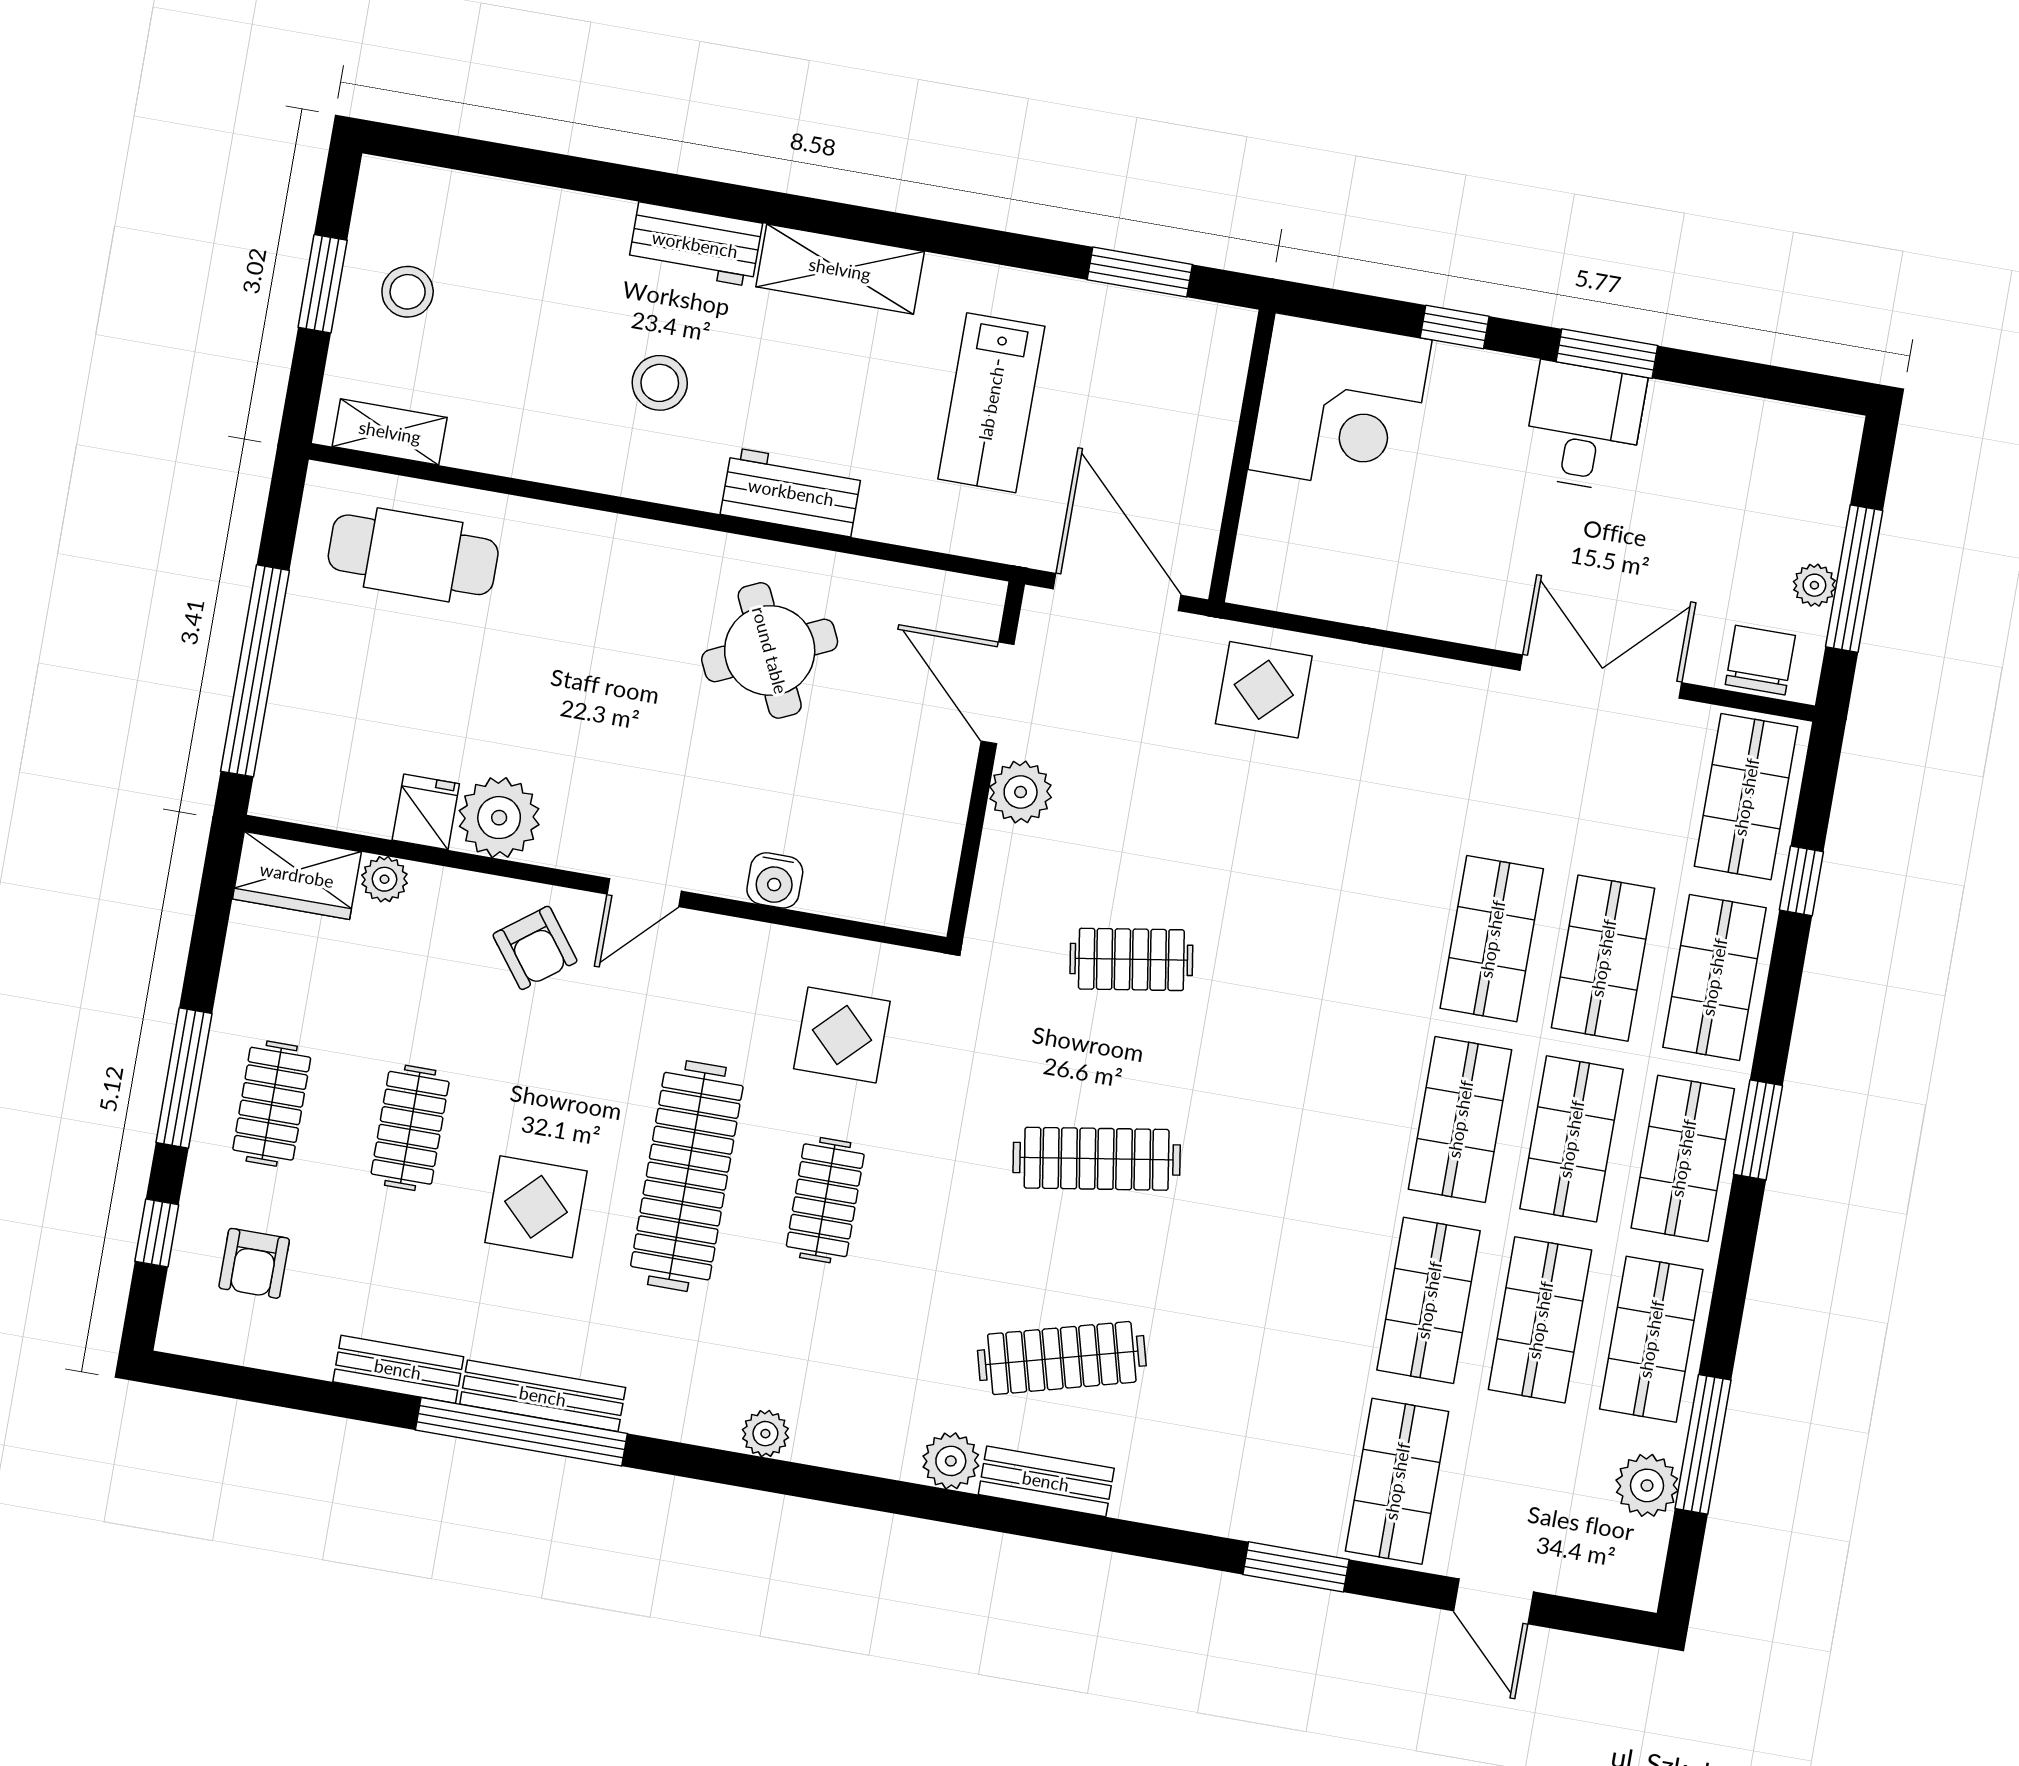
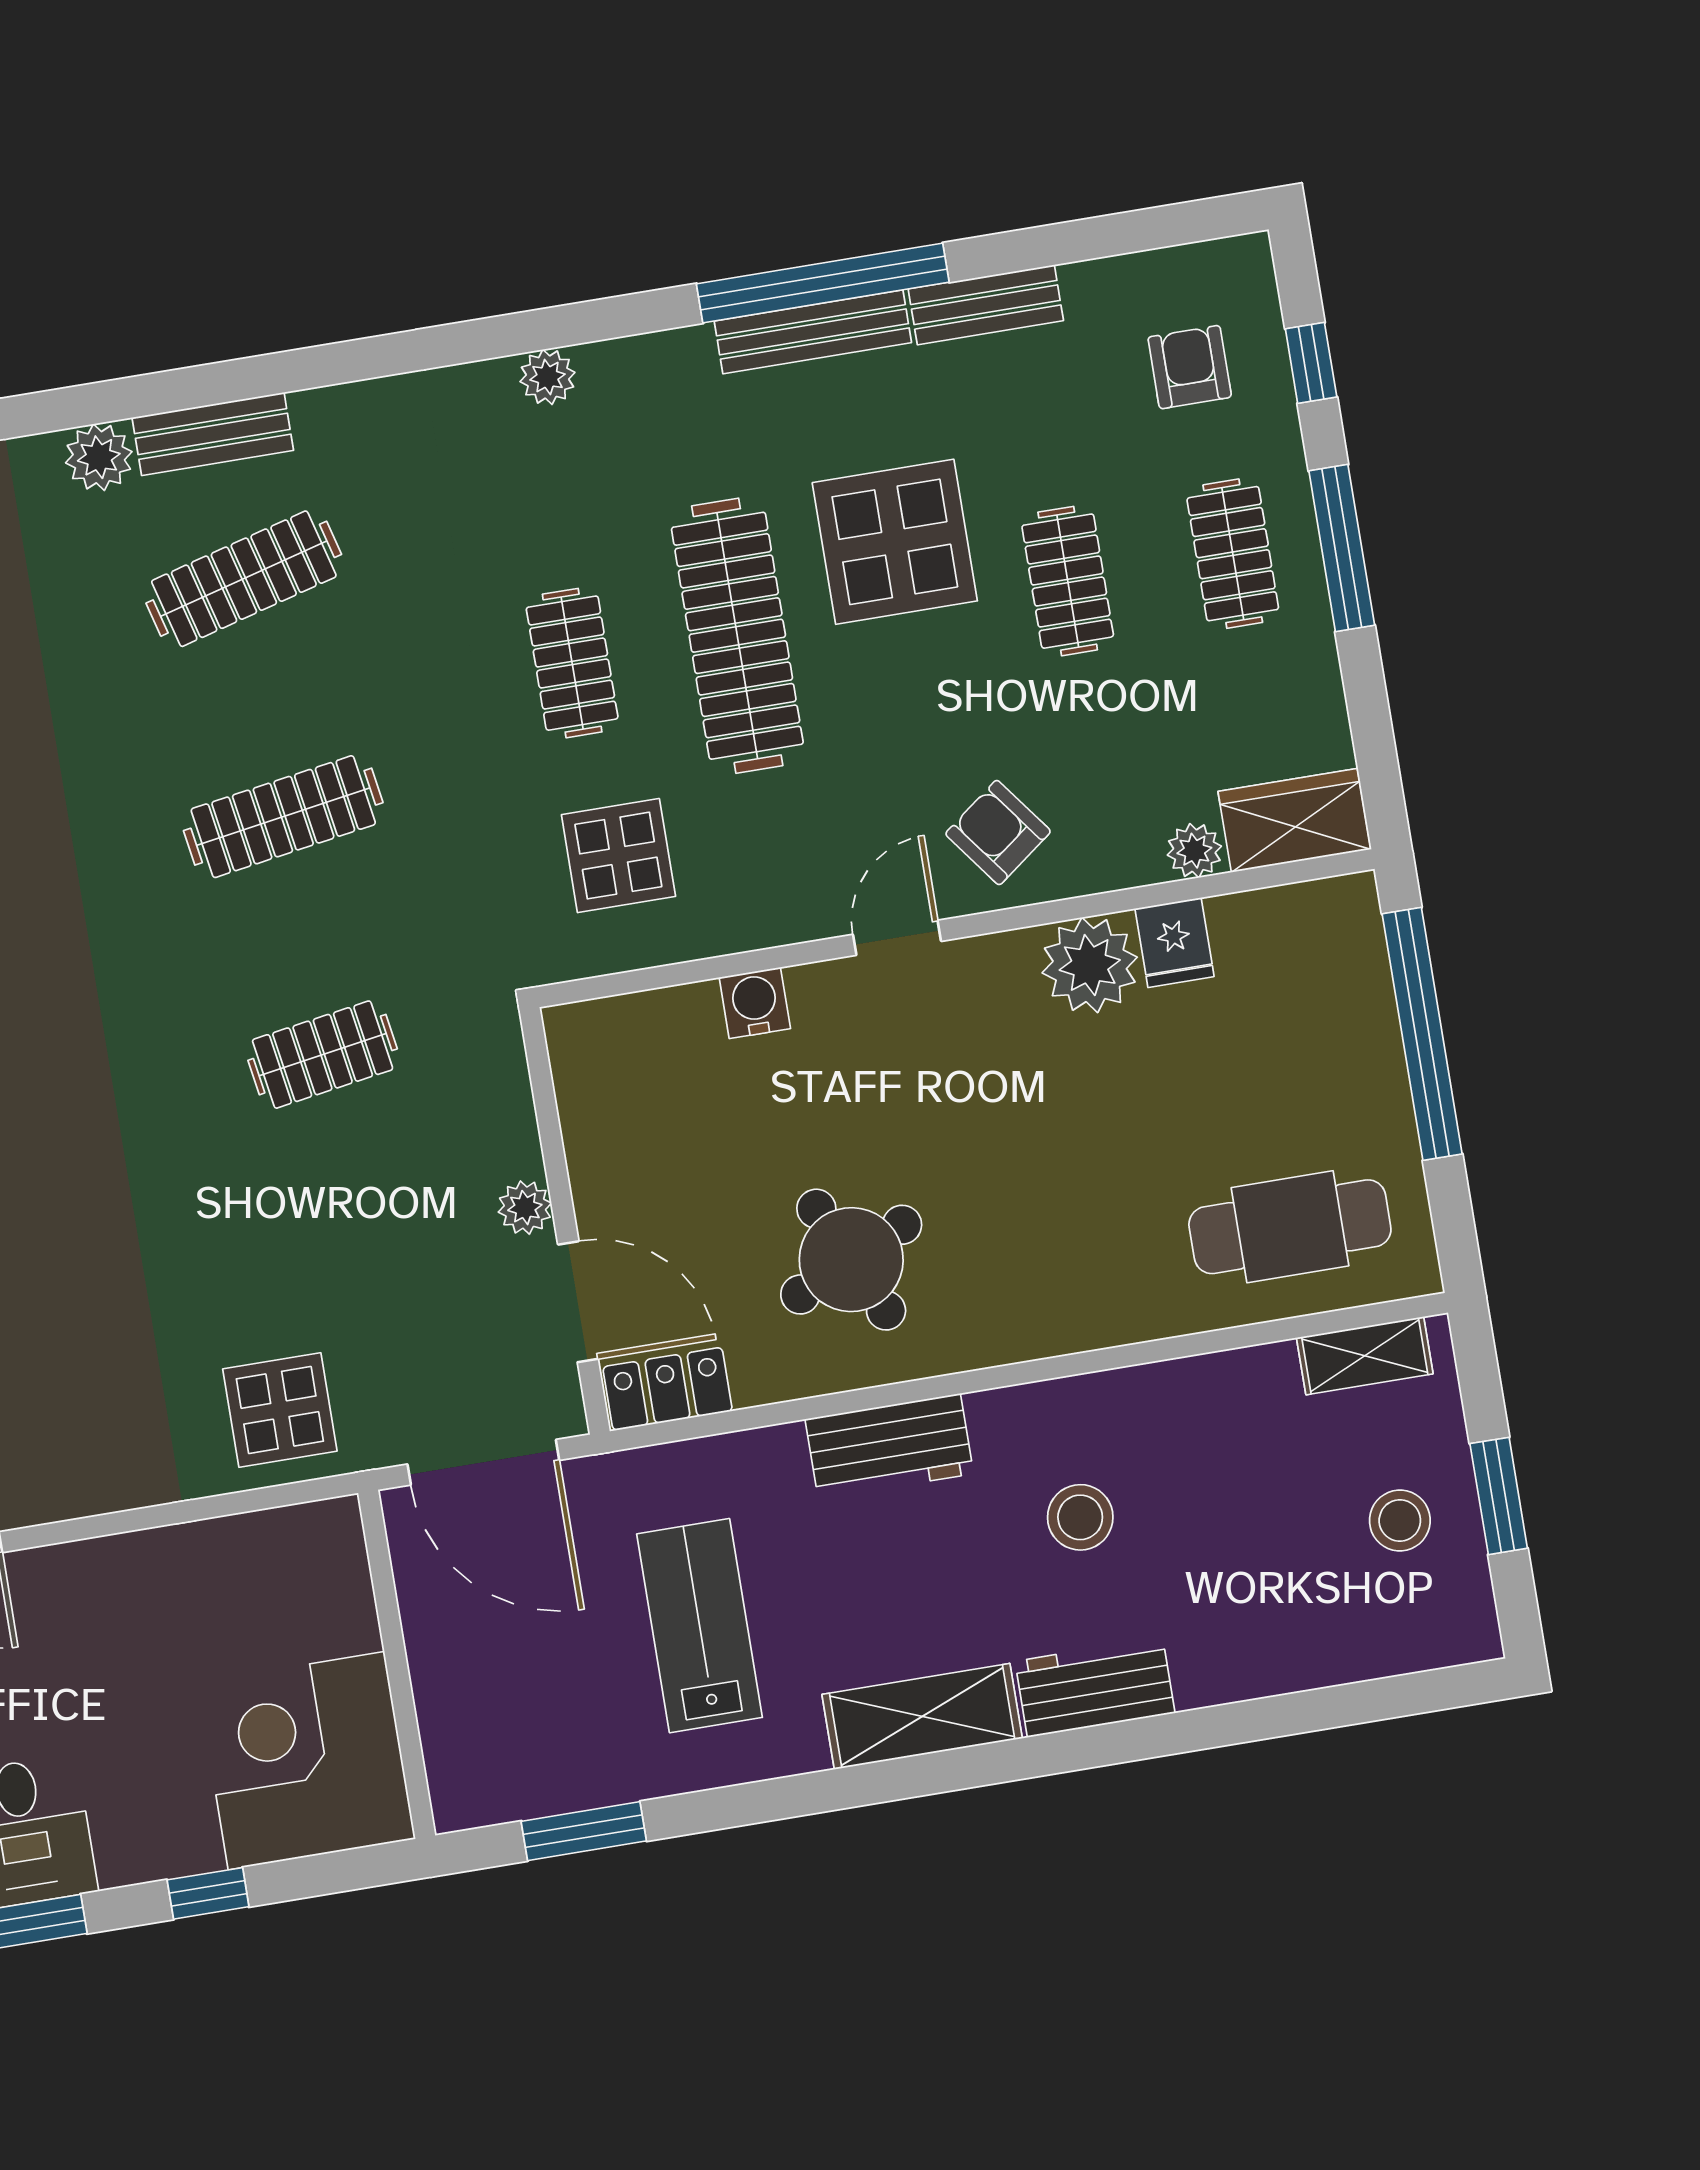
locker: (951, 599) -> (668, 1389), added
plant: (1021, 792) -> (525, 1208), width x0.73, depth x0.73
display table: (536, 1207) -> (895, 542), width x1.36, depth x1.36
plant: (951, 1461) -> (99, 457), moved

